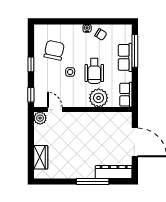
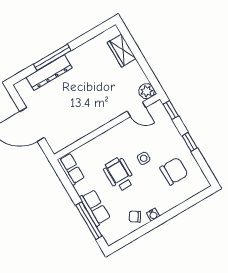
chair: (54, 50) -> (174, 171), turned -102
plant: (99, 98) -> (98, 149), removed
dresser: (114, 172) -> (49, 73), moved

